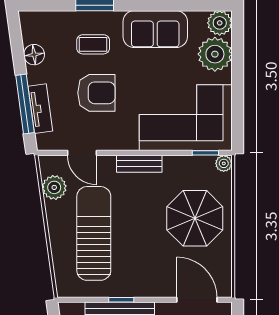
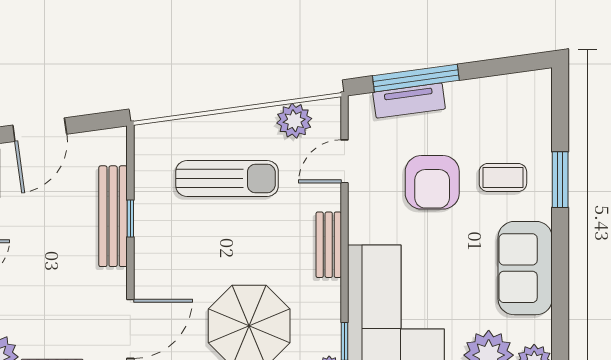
coffee table: (93, 44) -> (503, 178), turned 90
floor lamp: (34, 55) -> (488, 91), removed
sun lounger: (94, 233) -> (227, 179), width x0.73, depth x0.75

